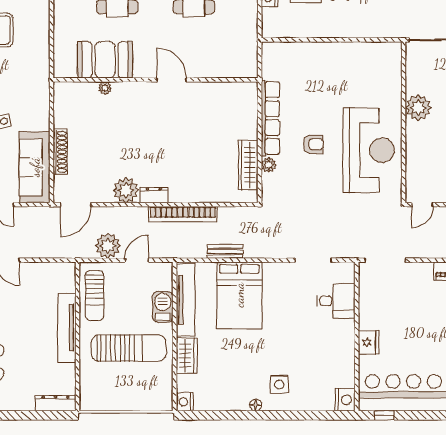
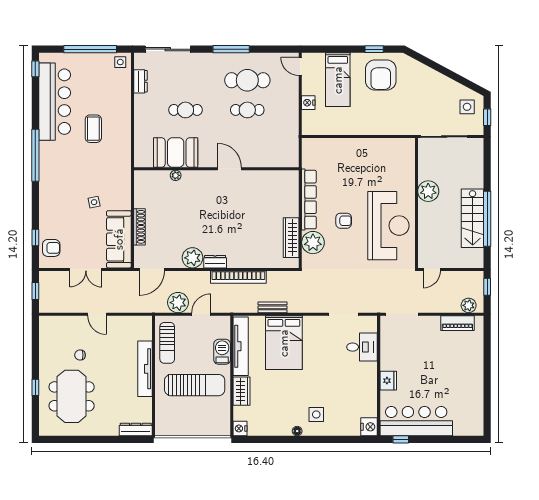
plant: (269, 165) -> (313, 243), width x1.88, depth x1.88

